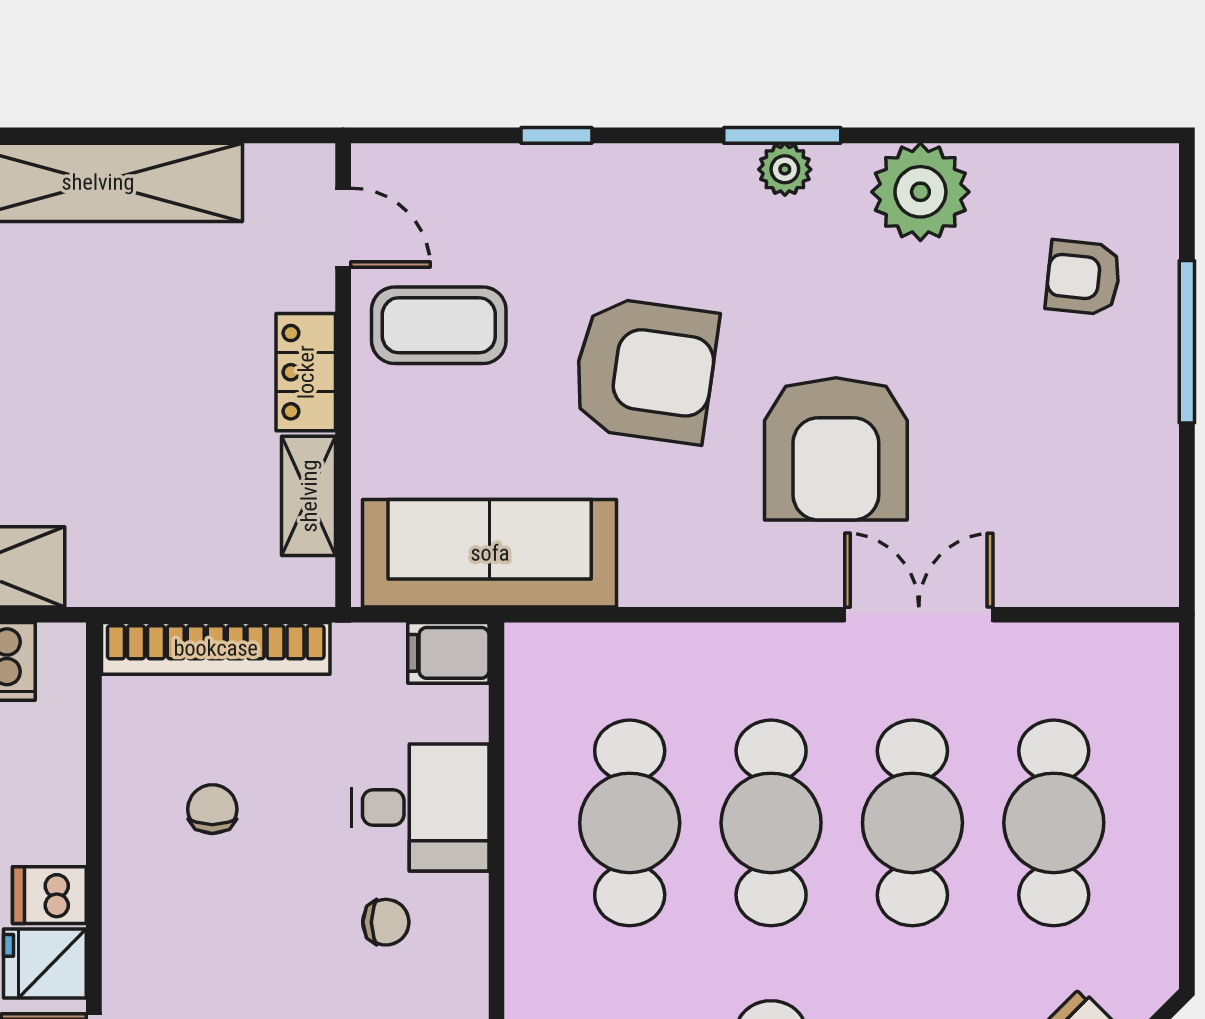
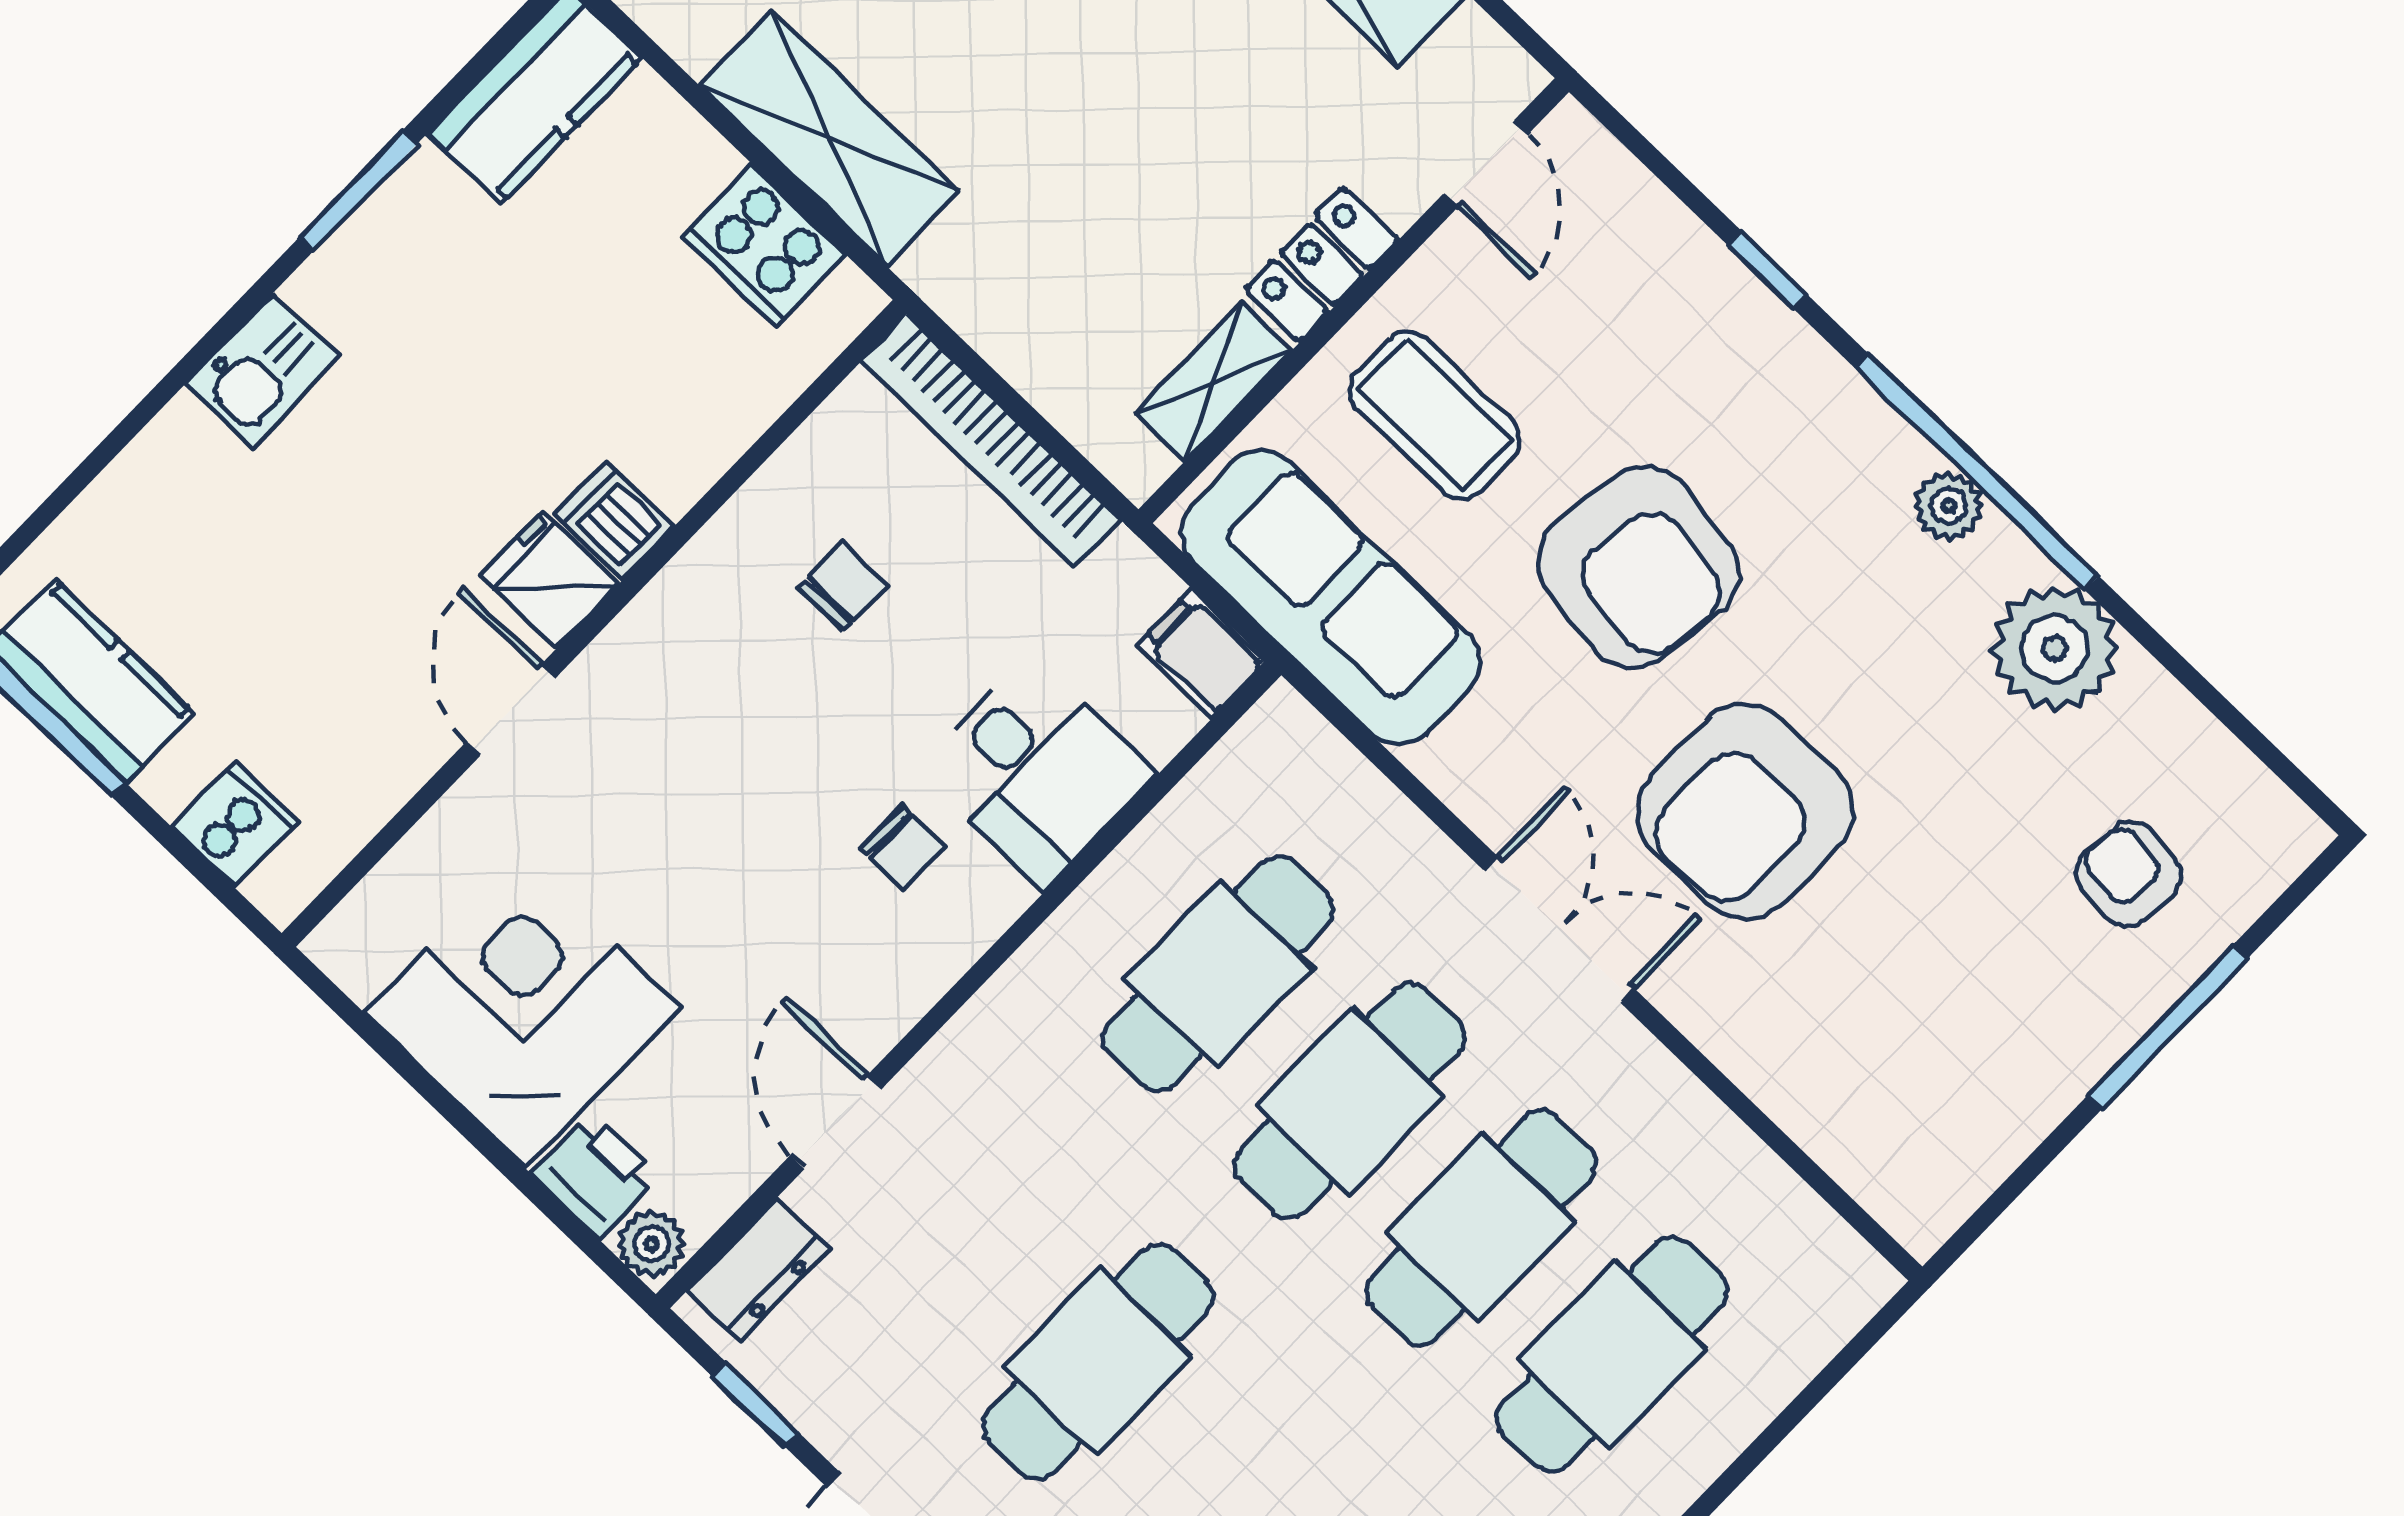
window: (782, 135) -> (1977, 472), width x2.11
coffee table: (439, 325) -> (1435, 415), moved
double door: (919, 615) -> (1559, 929), moved

